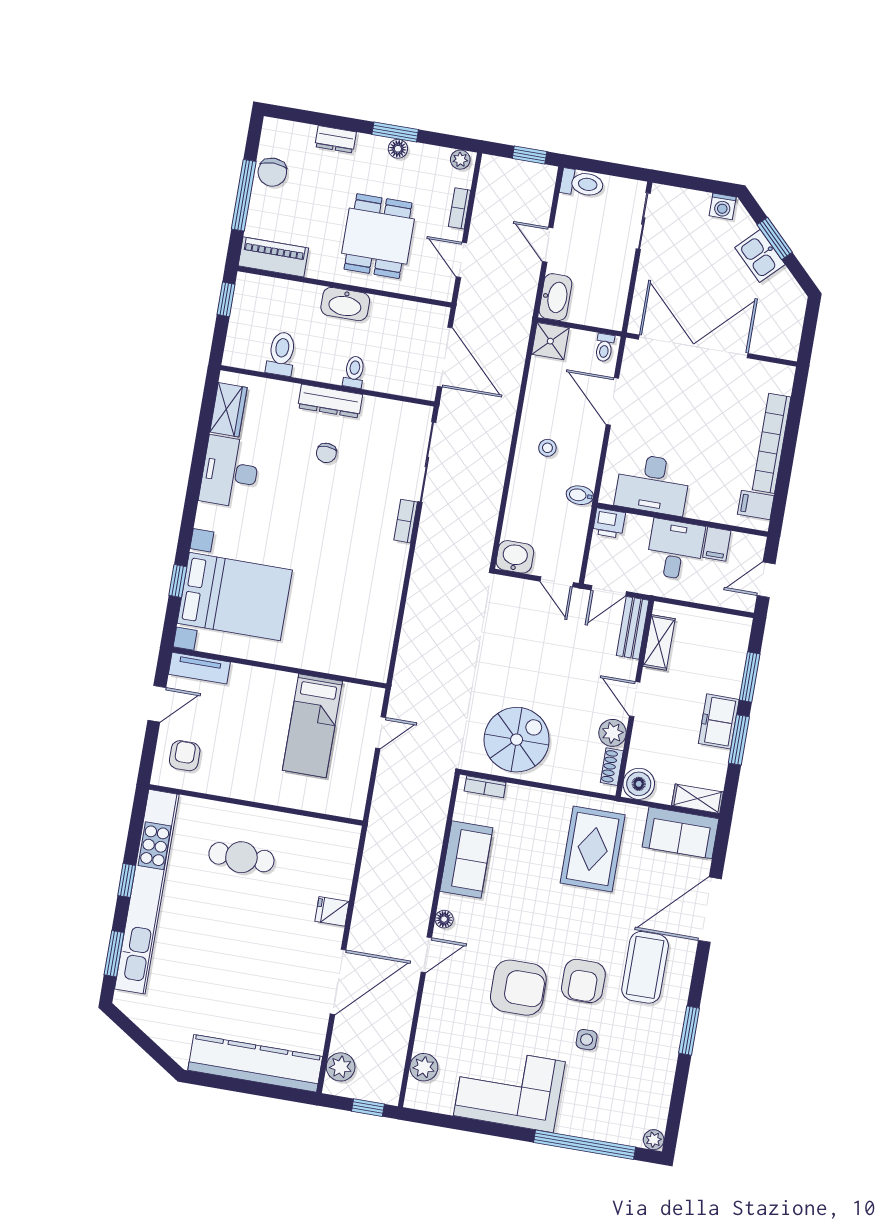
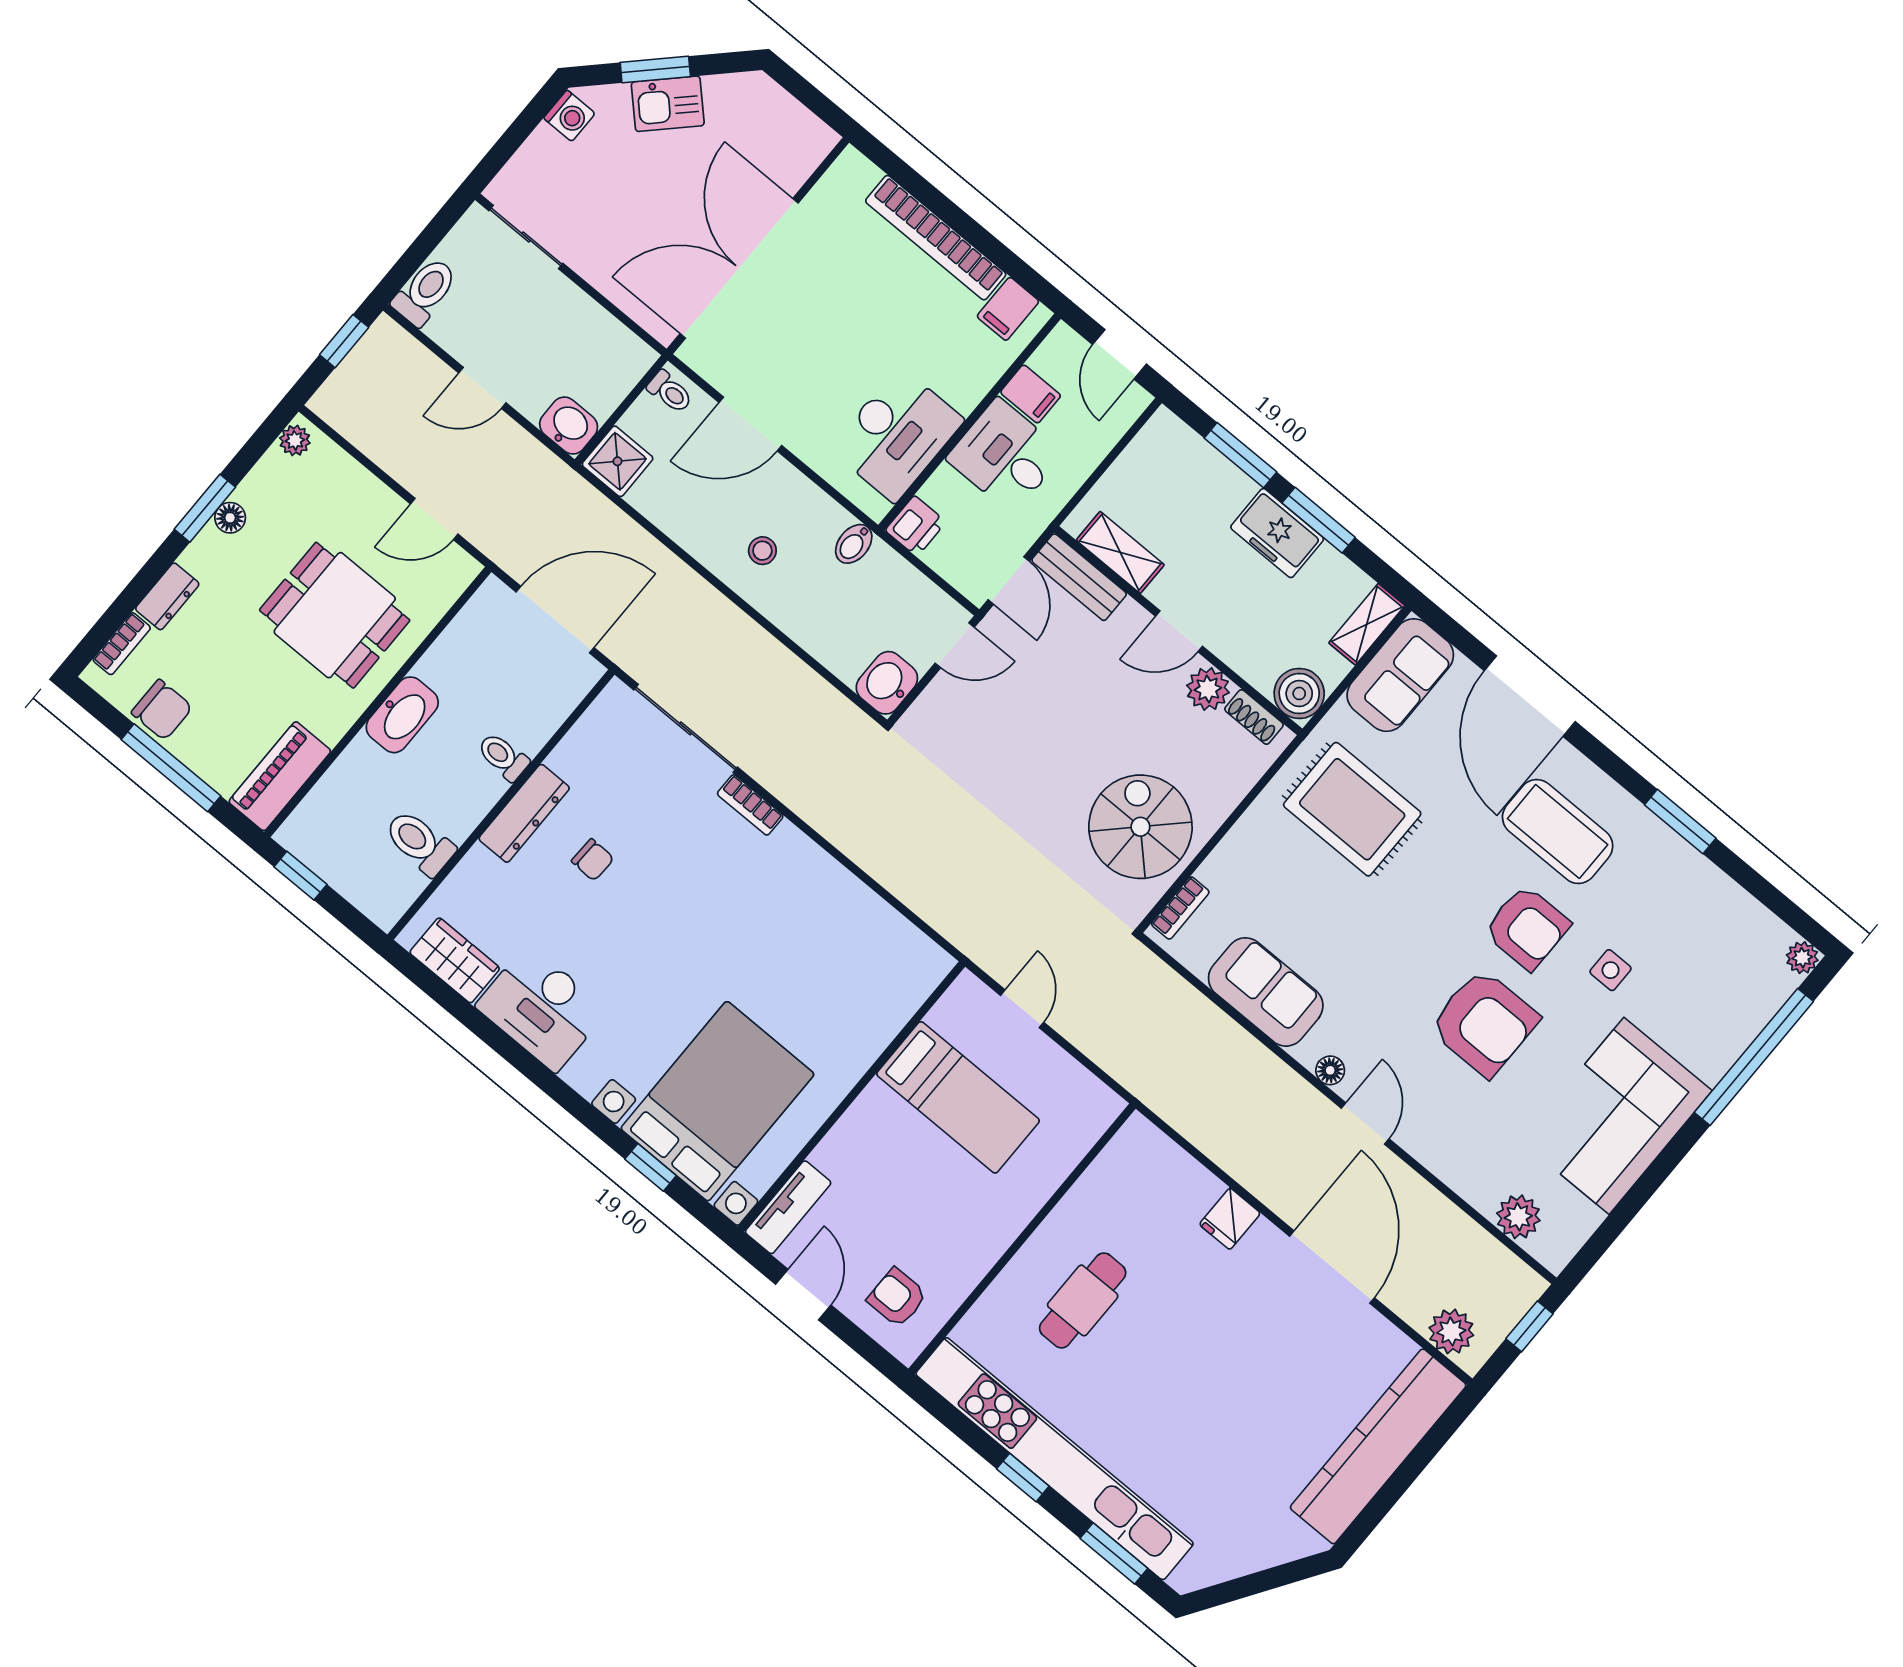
bookcase: (460, 208) -> (122, 644), moved, turned -90
washbasin: (555, 297) -> (569, 426), width x0.72
armchair: (518, 988) -> (1484, 1023), turned 90

